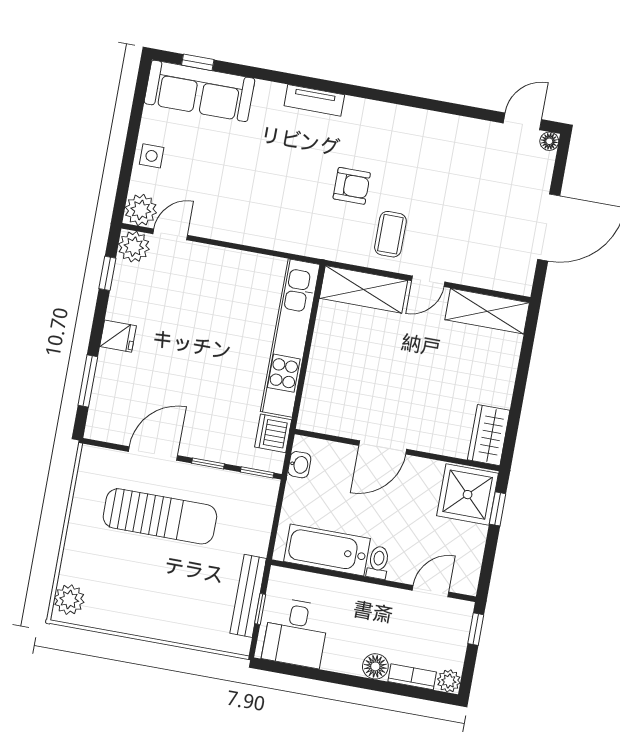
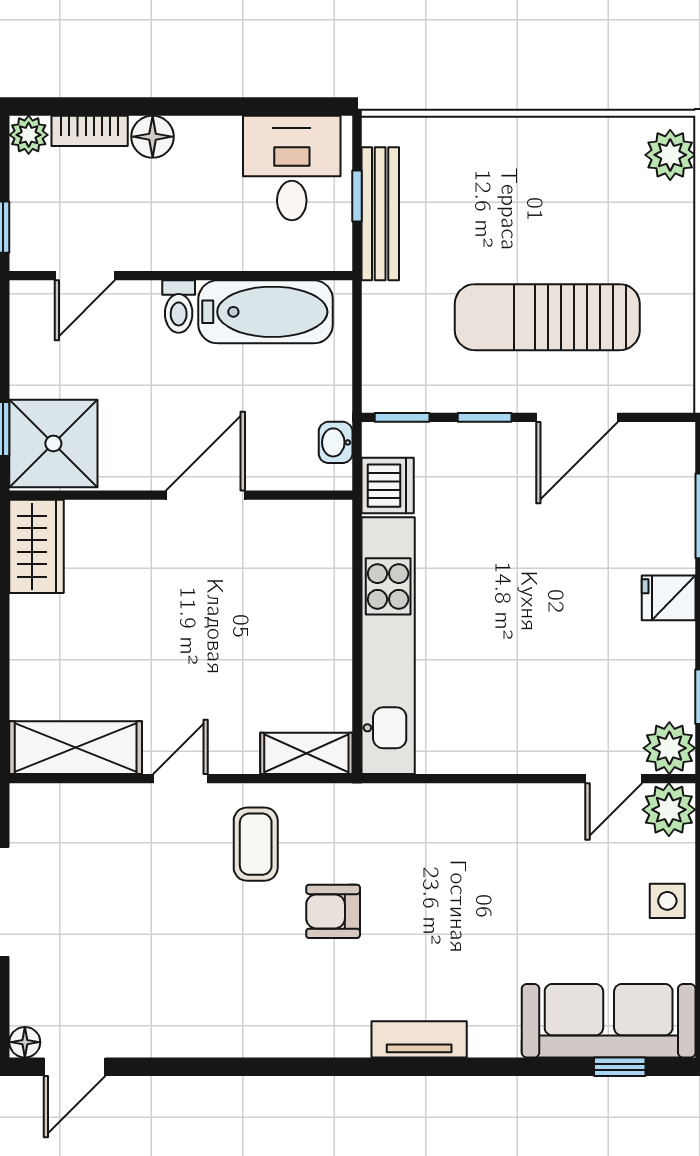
shelving: (363, 289) -> (306, 753), width x0.67, depth x0.75

